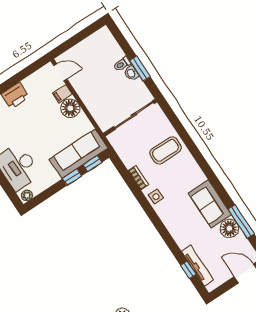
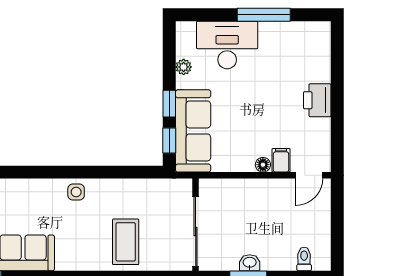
toilet: (122, 64) -> (304, 259), moved
floor lamp: (70, 108) -> (263, 165), width x0.53, depth x0.53
bookcase: (138, 178) -> (114, 186), removed
plant: (27, 196) -> (184, 67), moved

